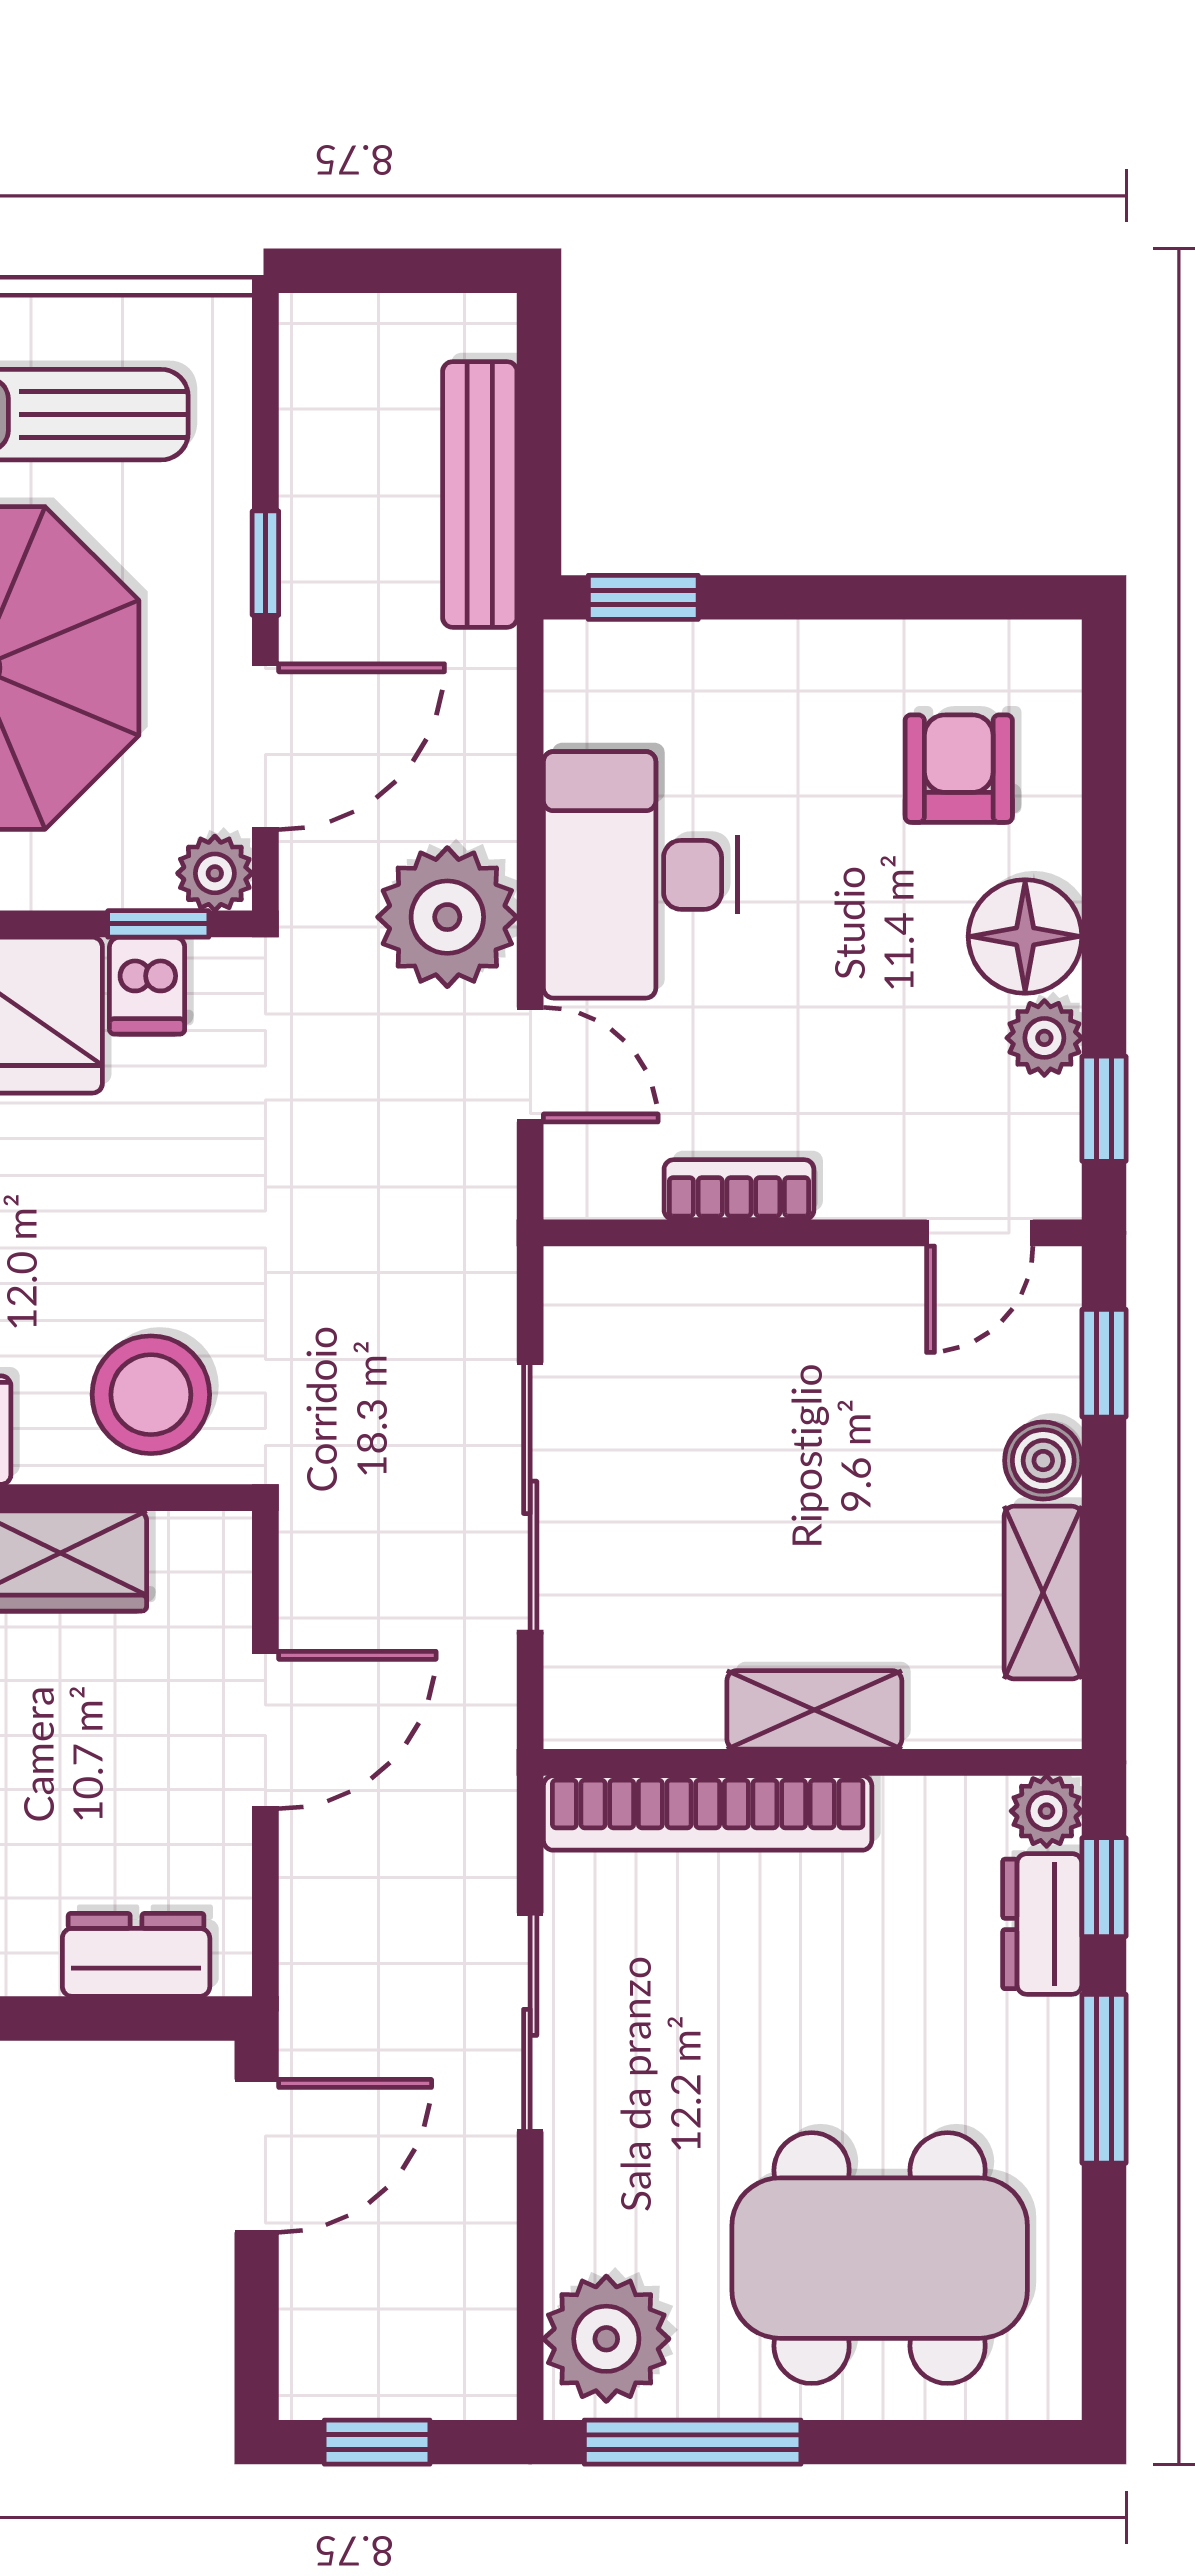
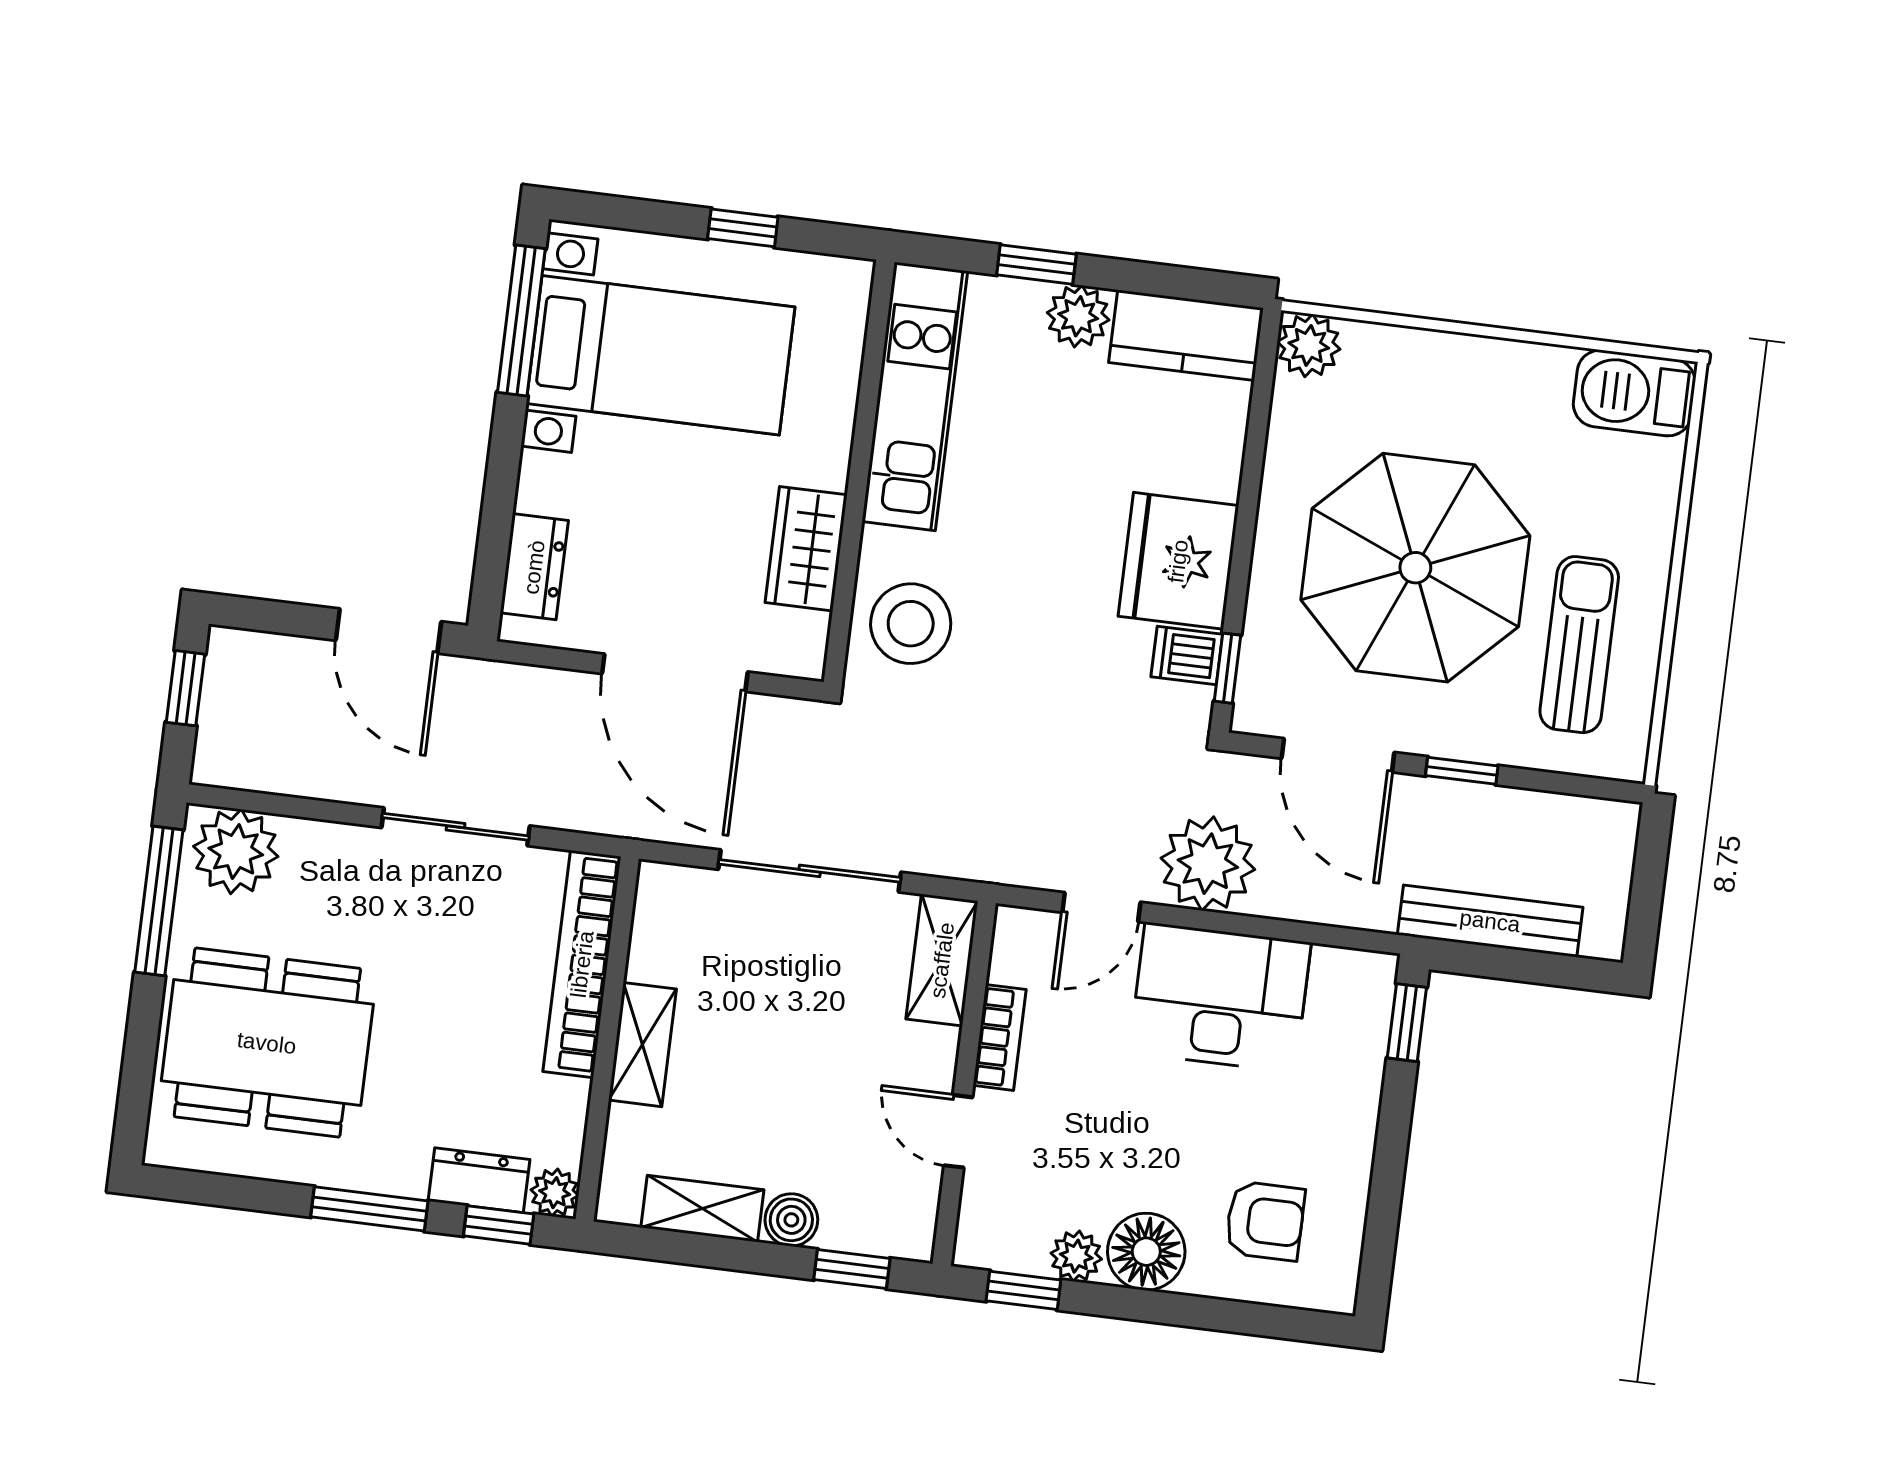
plant: (215, 873) -> (1257, 711), removed
door: (980, 1233) -> (958, 1131), moved
shelving: (636, 1288) -> (942, 960), added
door: (265, 1730) -> (675, 673), width x1.36
dining table: (880, 2258) -> (267, 1043), turned 90

